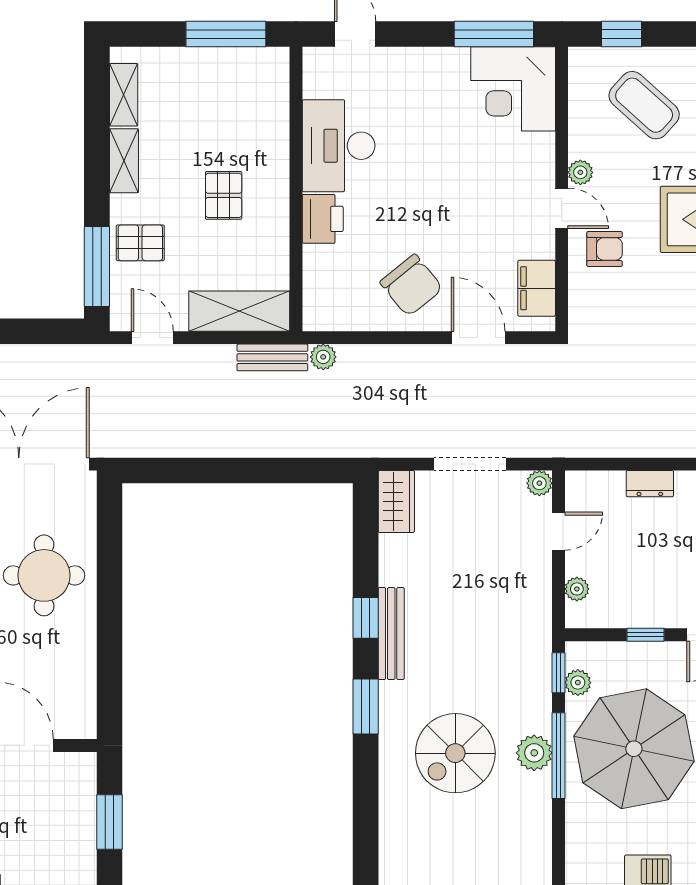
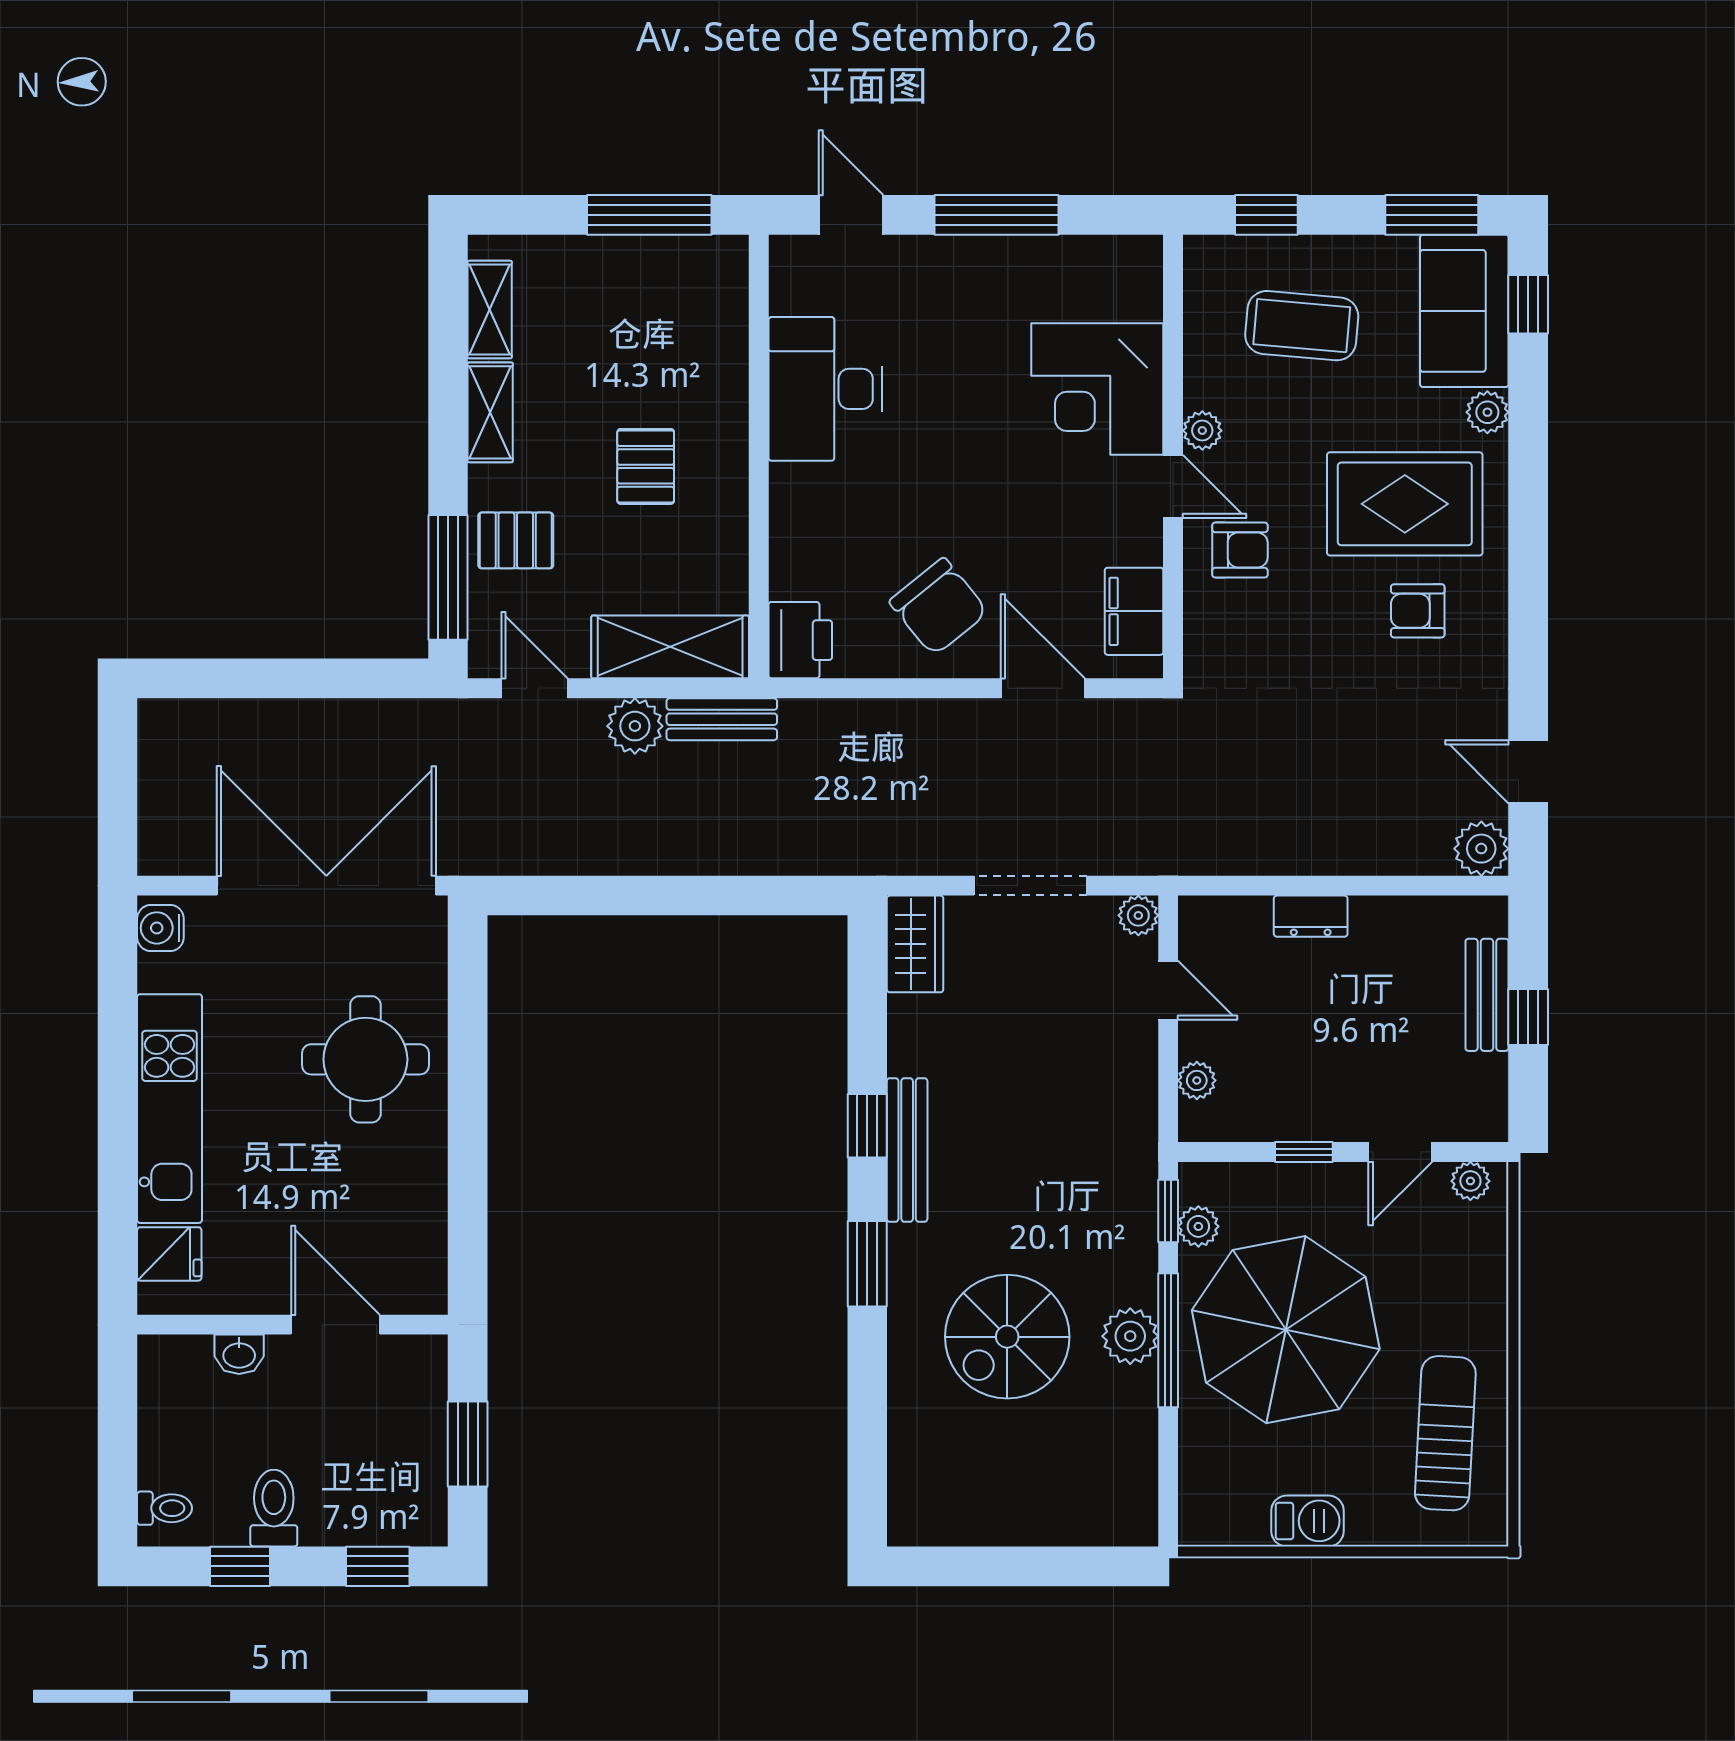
window: (494, 34) -> (996, 215), moved
corner desk: (513, 89) -> (1097, 389), moved
coffee table: (644, 105) -> (1302, 326), turned -37
printer: (323, 219) -> (800, 640), moved
plant: (323, 357) -> (635, 726), moved, width x1.38, depth x1.38
door: (558, 531) -> (1168, 990), hinge flipped

